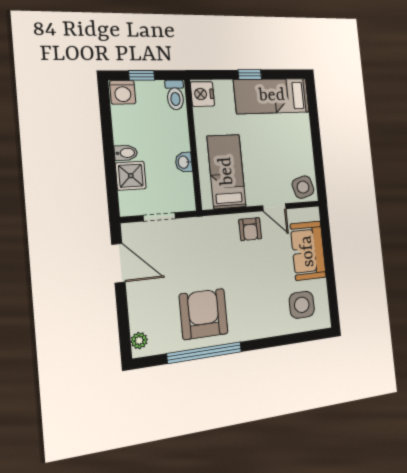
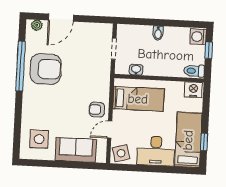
window: (250, 75) -> (204, 142), moved
desk: (293, 140) -> (156, 151), added
washbasin: (184, 162) -> (136, 70), moved
shower: (131, 176) -> (143, 34), removed
door: (118, 263) -> (61, 18), moved

